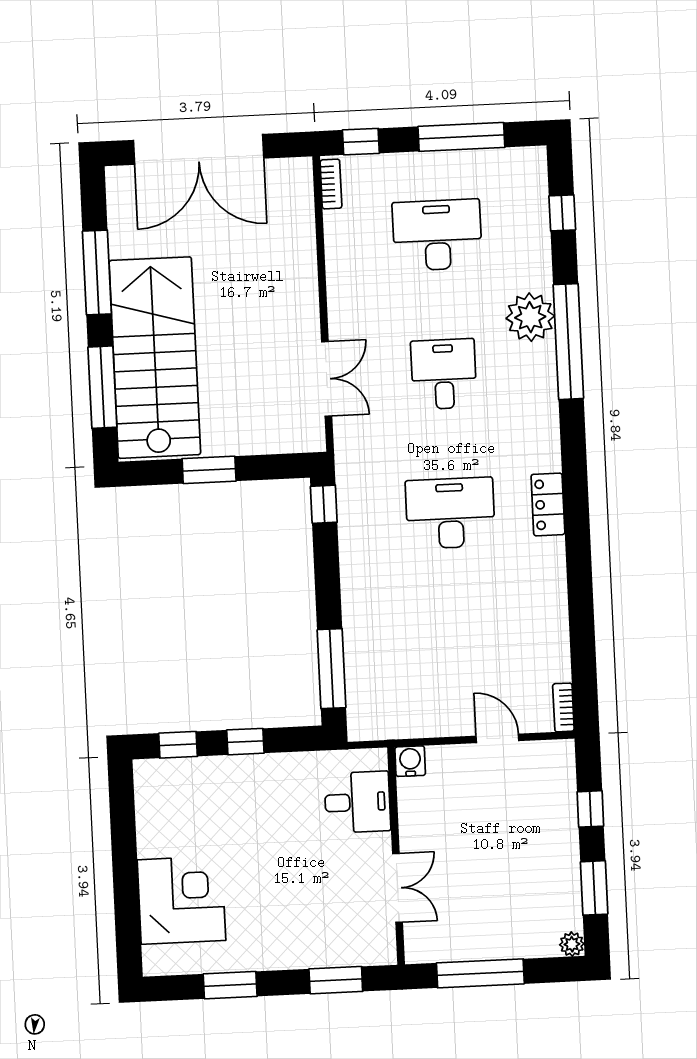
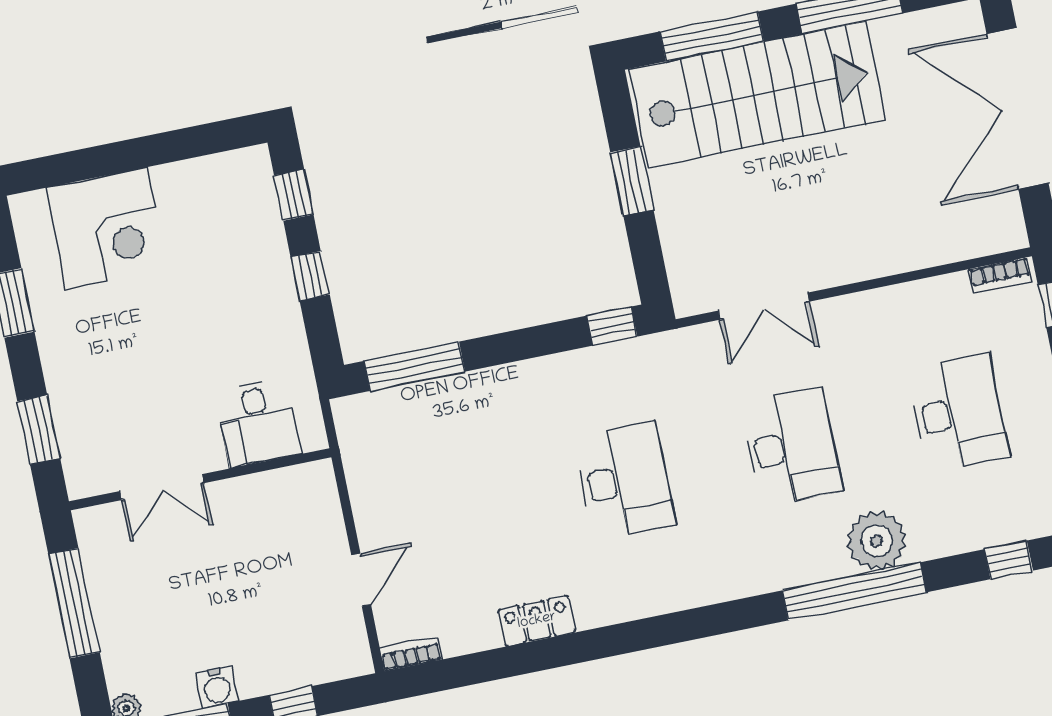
desk: (444, 374) -> (792, 447), width x1.37
locker: (548, 504) -> (537, 621), moved
water cooler: (410, 761) -> (217, 687), moved, turned 90

